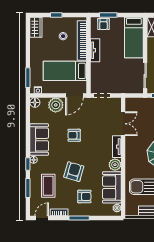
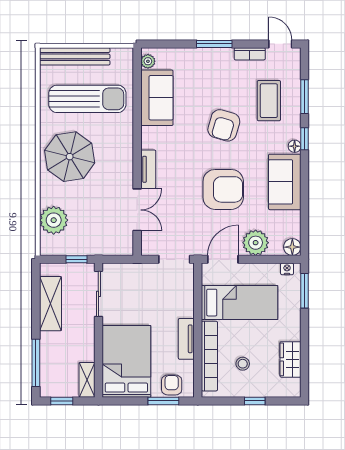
wardrobe: (36, 27) -> (290, 359), moved
bed: (134, 37) -> (126, 361), width x1.50
double door: (123, 124) -> (137, 210), swing flipped
armchair: (74, 135) -> (223, 189), width x1.88, depth x1.88
plant: (115, 165) -> (151, 138), removed
armchair: (84, 197) -> (205, 82), removed
door: (42, 218) -> (280, 44), swing flipped

